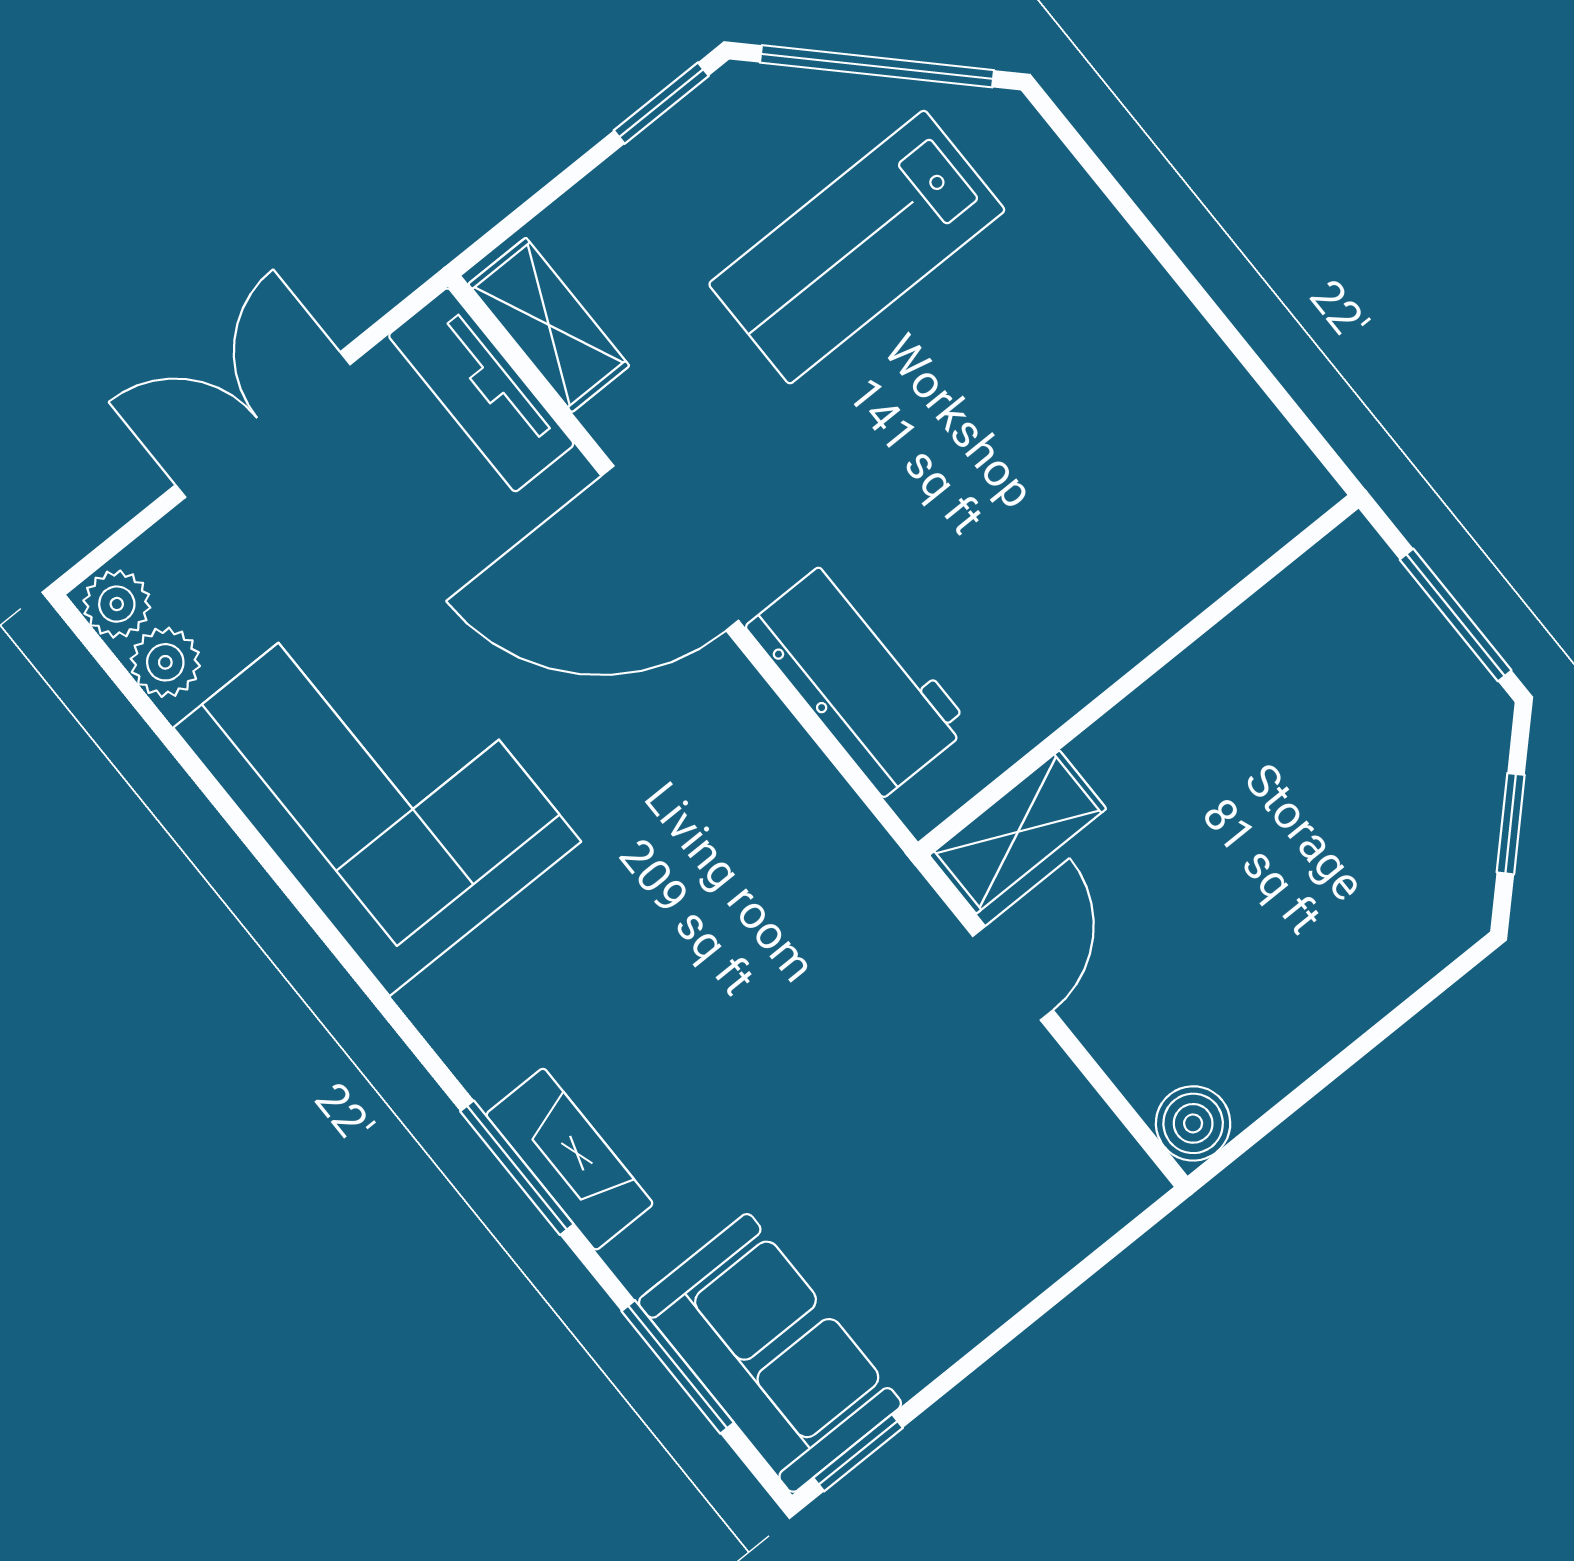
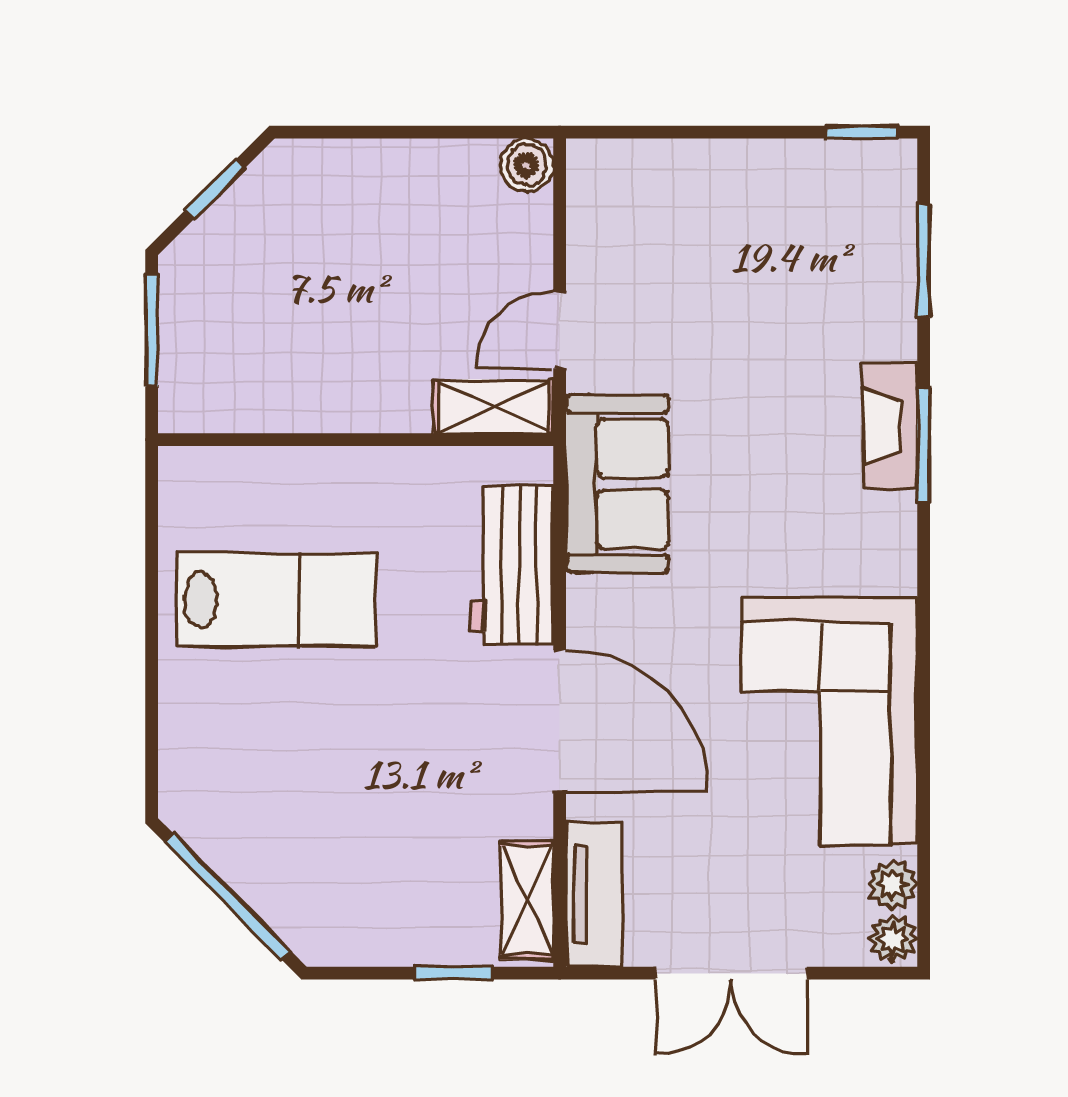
window: (661, 103) -> (453, 973), moved
lab bench: (857, 247) -> (276, 600), moved
sofa: (770, 1353) -> (617, 484), moved, turned 180

